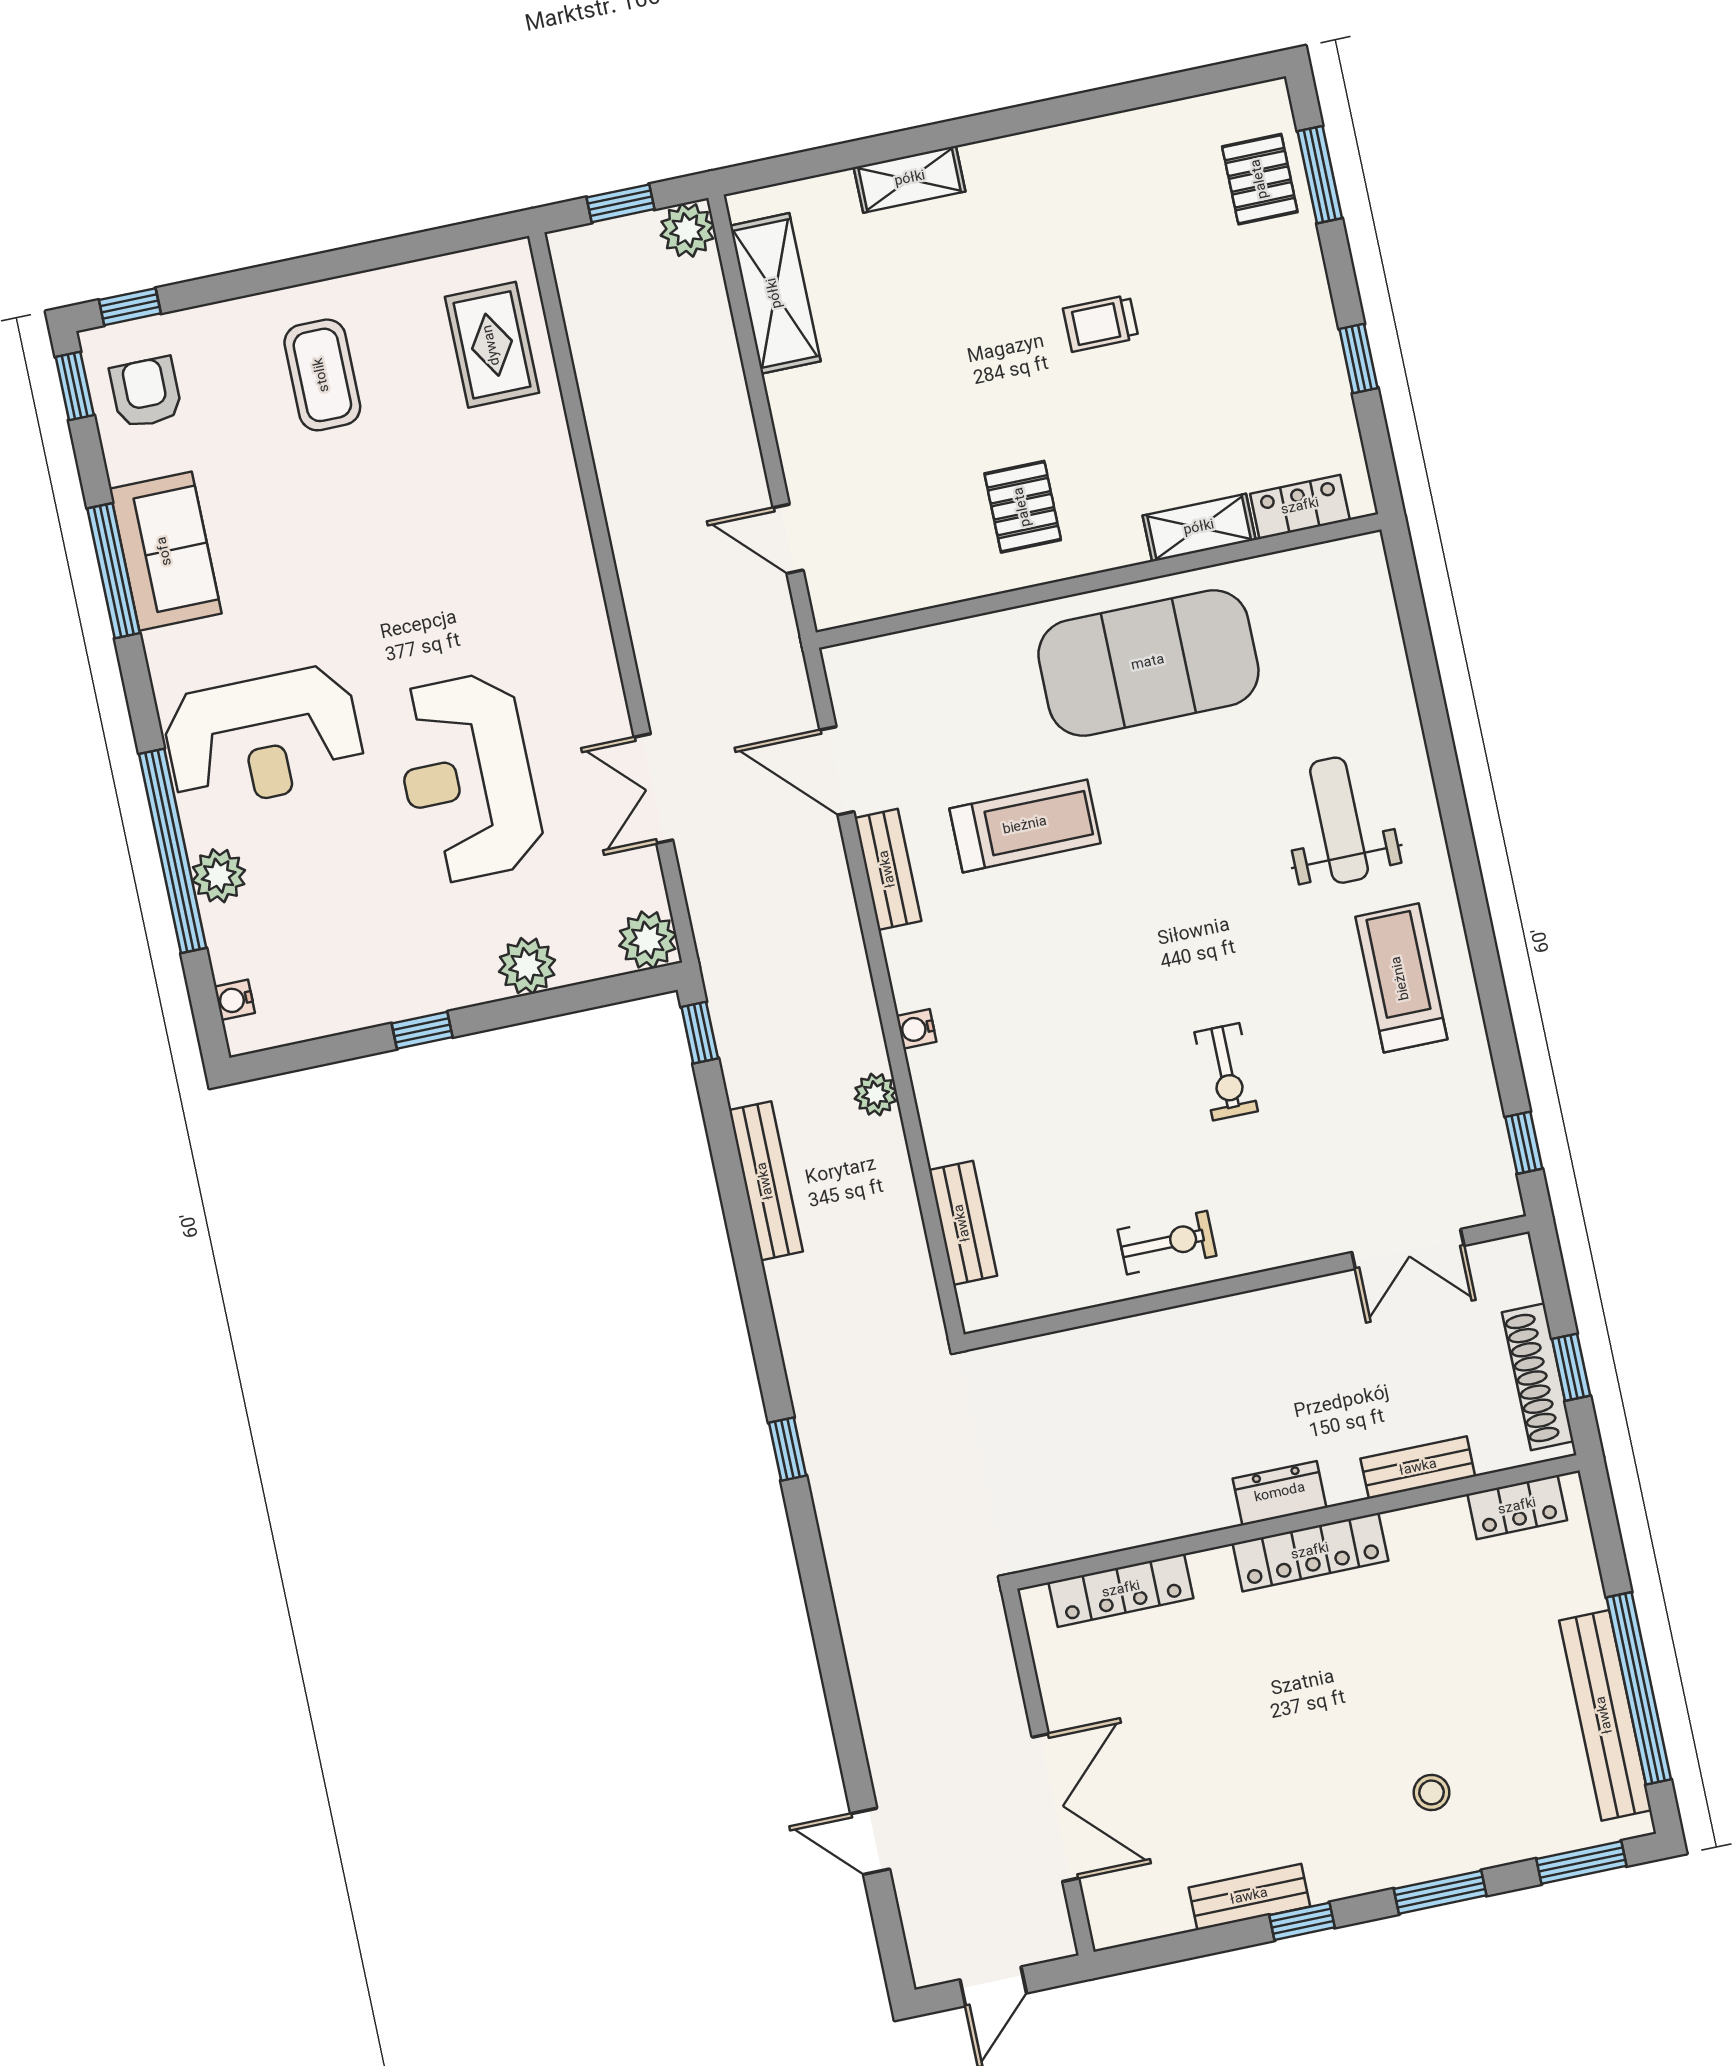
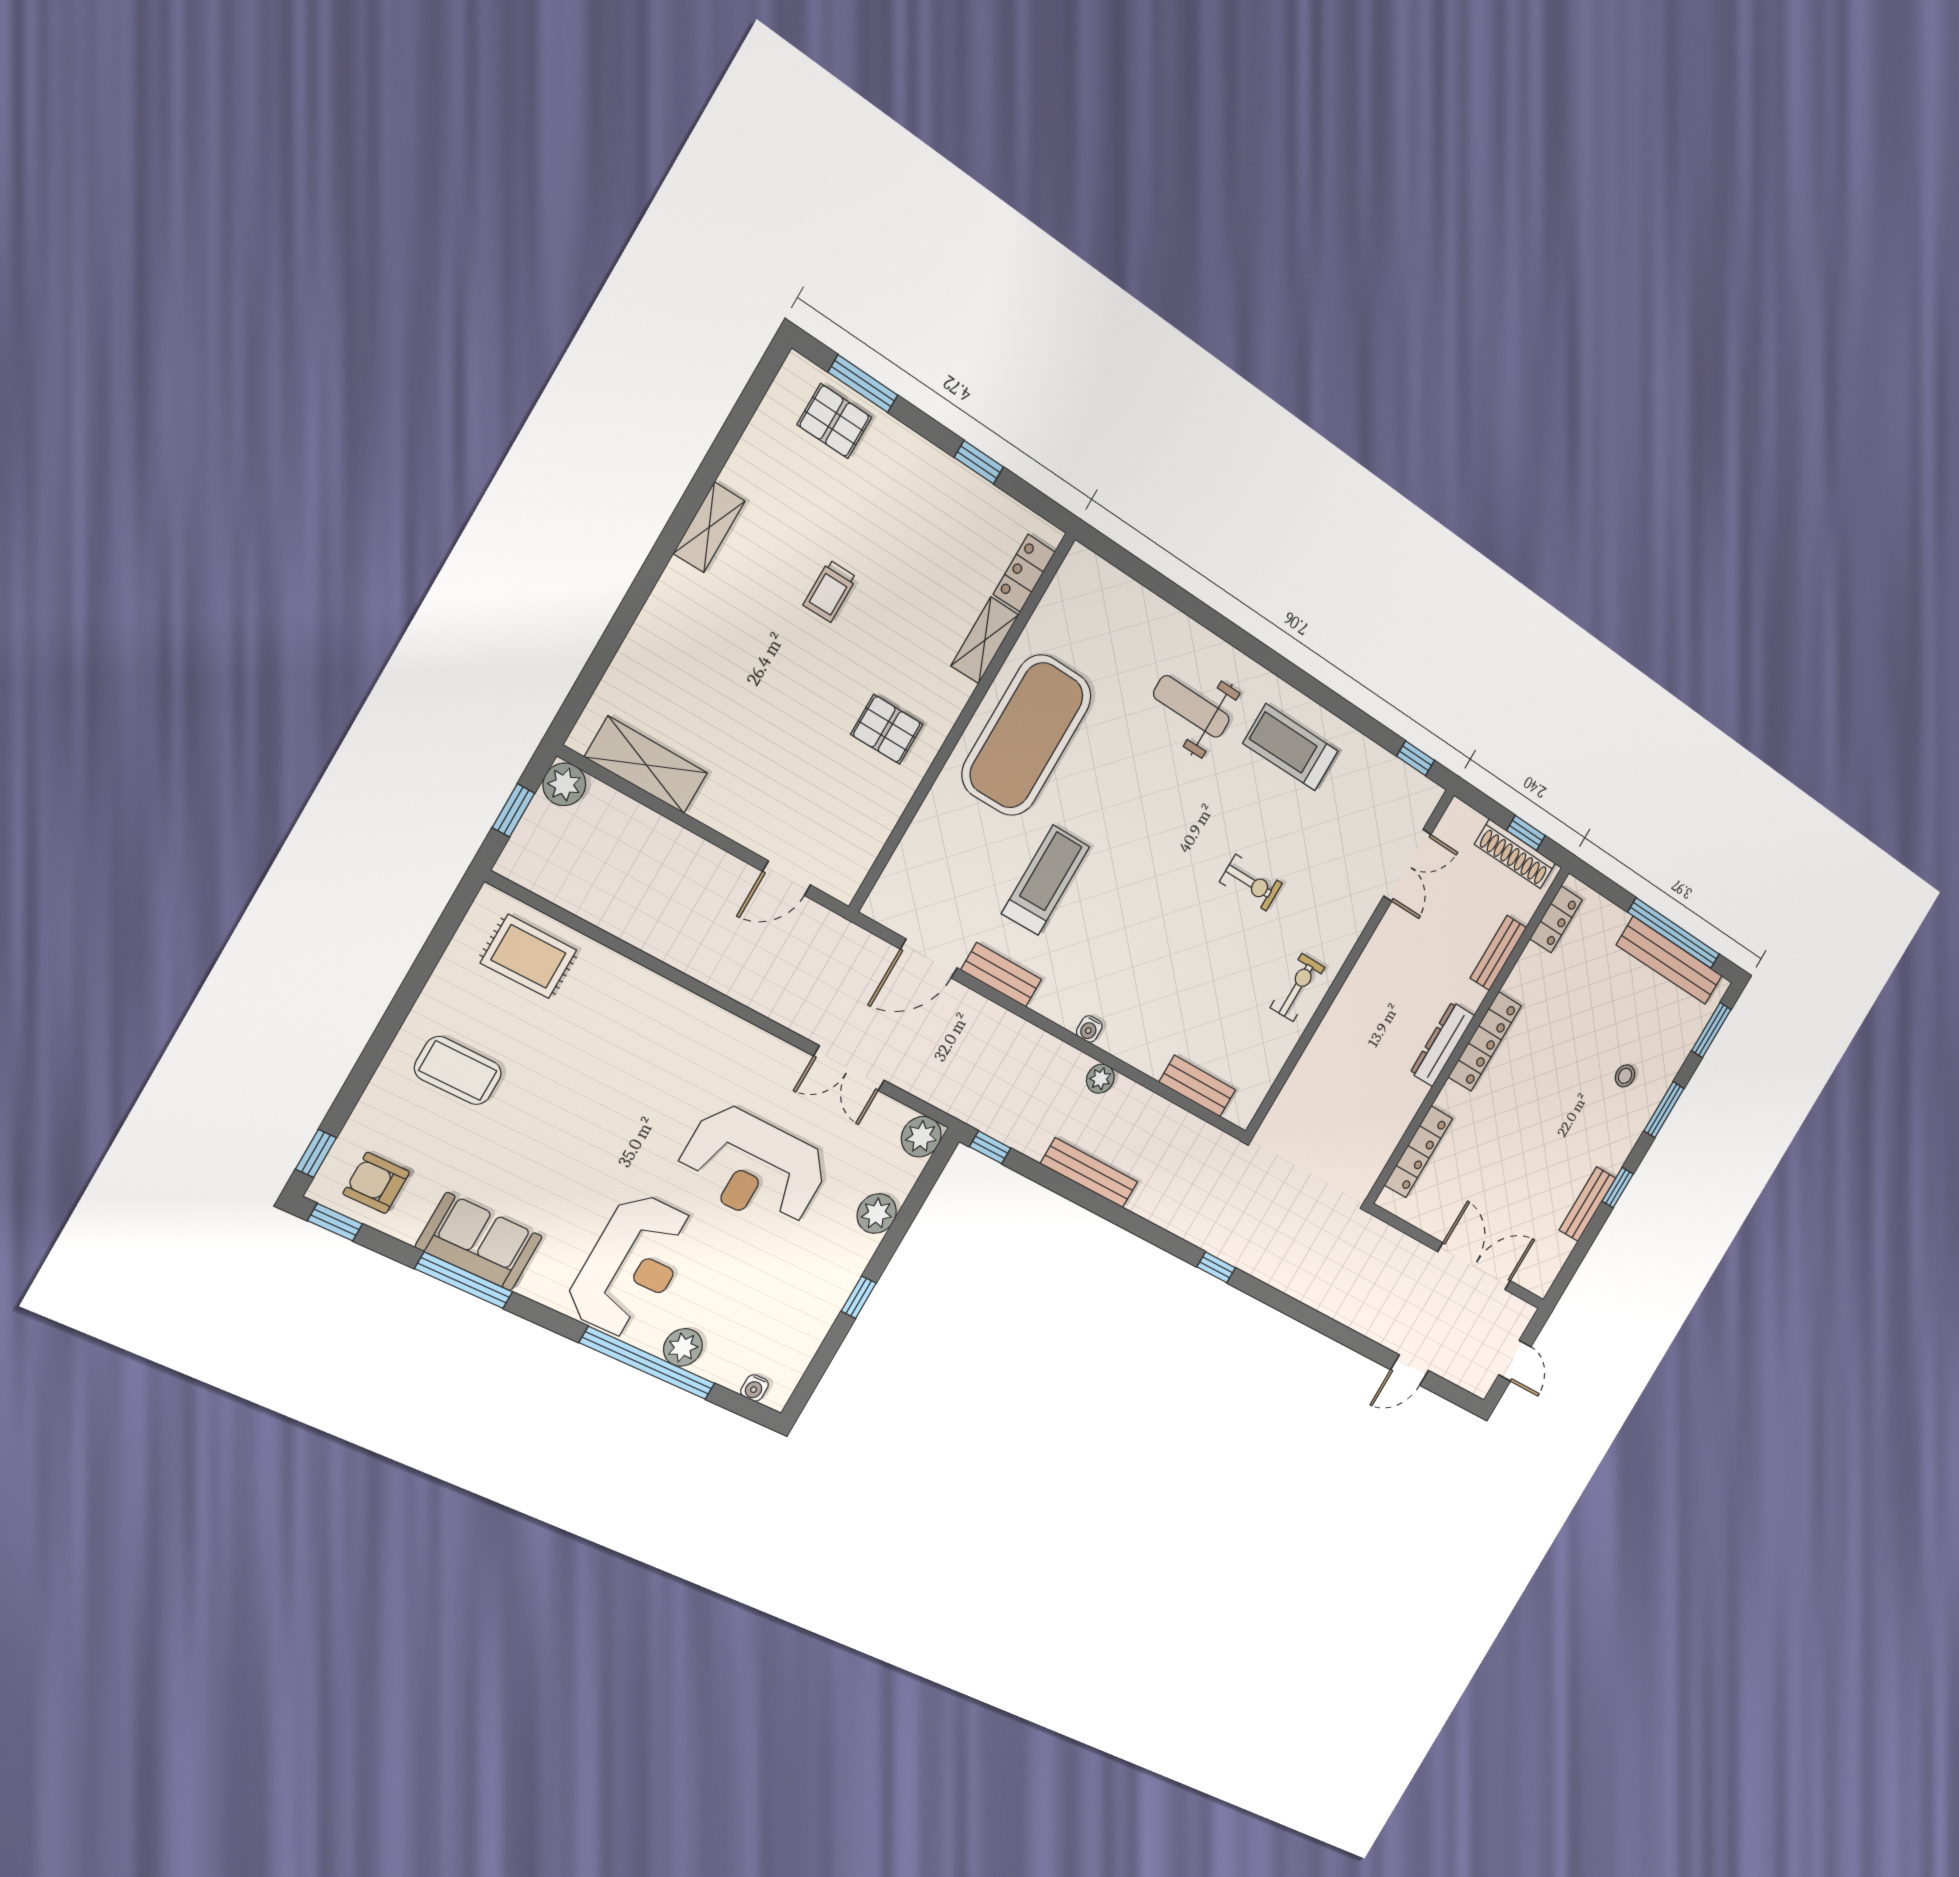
shelving: (910, 179) -> (709, 527), moved
dresser: (1280, 1493) -> (1442, 1044), width x1.44

